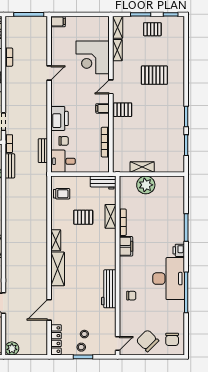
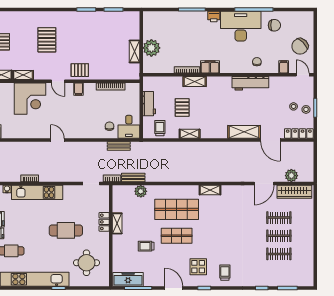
door: (49, 73) -> (57, 140), moved
pallet: (123, 110) -> (80, 70), turned 90
printer: (60, 118) -> (88, 130), removed
workbench: (103, 183) -> (149, 104), moved
shelving: (111, 216) -> (195, 82), moved
shelving: (56, 240) -> (190, 134), moved
shelving: (58, 269) -> (244, 132), moved
filing cabinet: (126, 324) -> (284, 67), added
chair: (172, 339) -> (274, 25), moved
plant: (12, 348) -> (291, 176), moved

